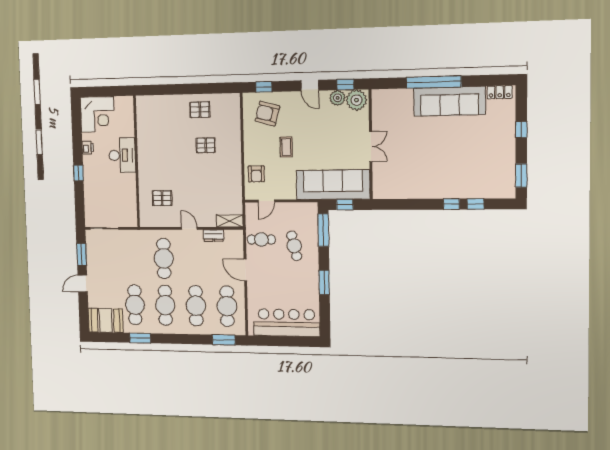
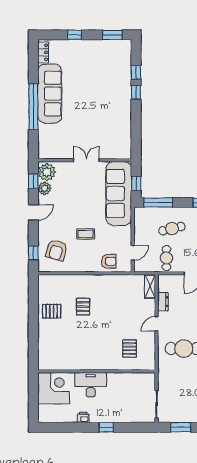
pallet: (200, 110) -> (52, 311), turned 90
corner desk: (97, 114) -> (54, 388), moved
door: (266, 201) -> (133, 253), hinge flipped

